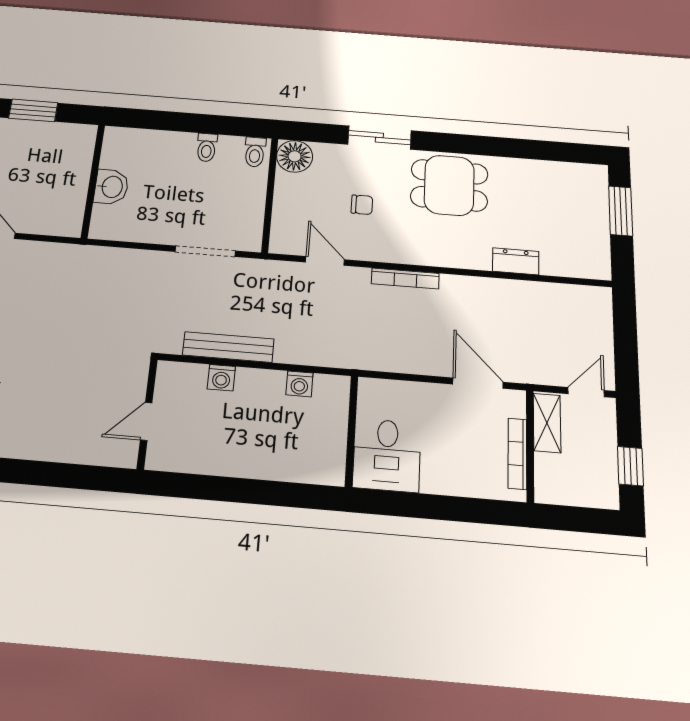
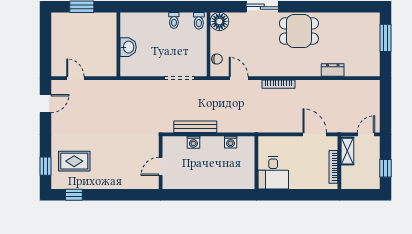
chair: (362, 205) -> (217, 59), moved

